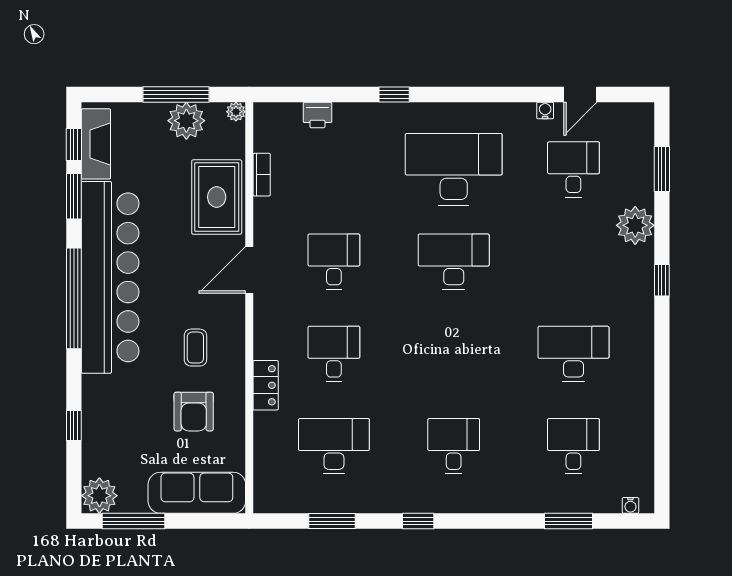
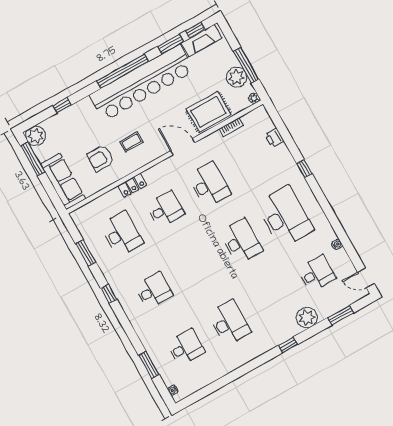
door: (580, 95) -> (366, 278), moved
desk: (334, 262) -> (209, 185), width x1.37

